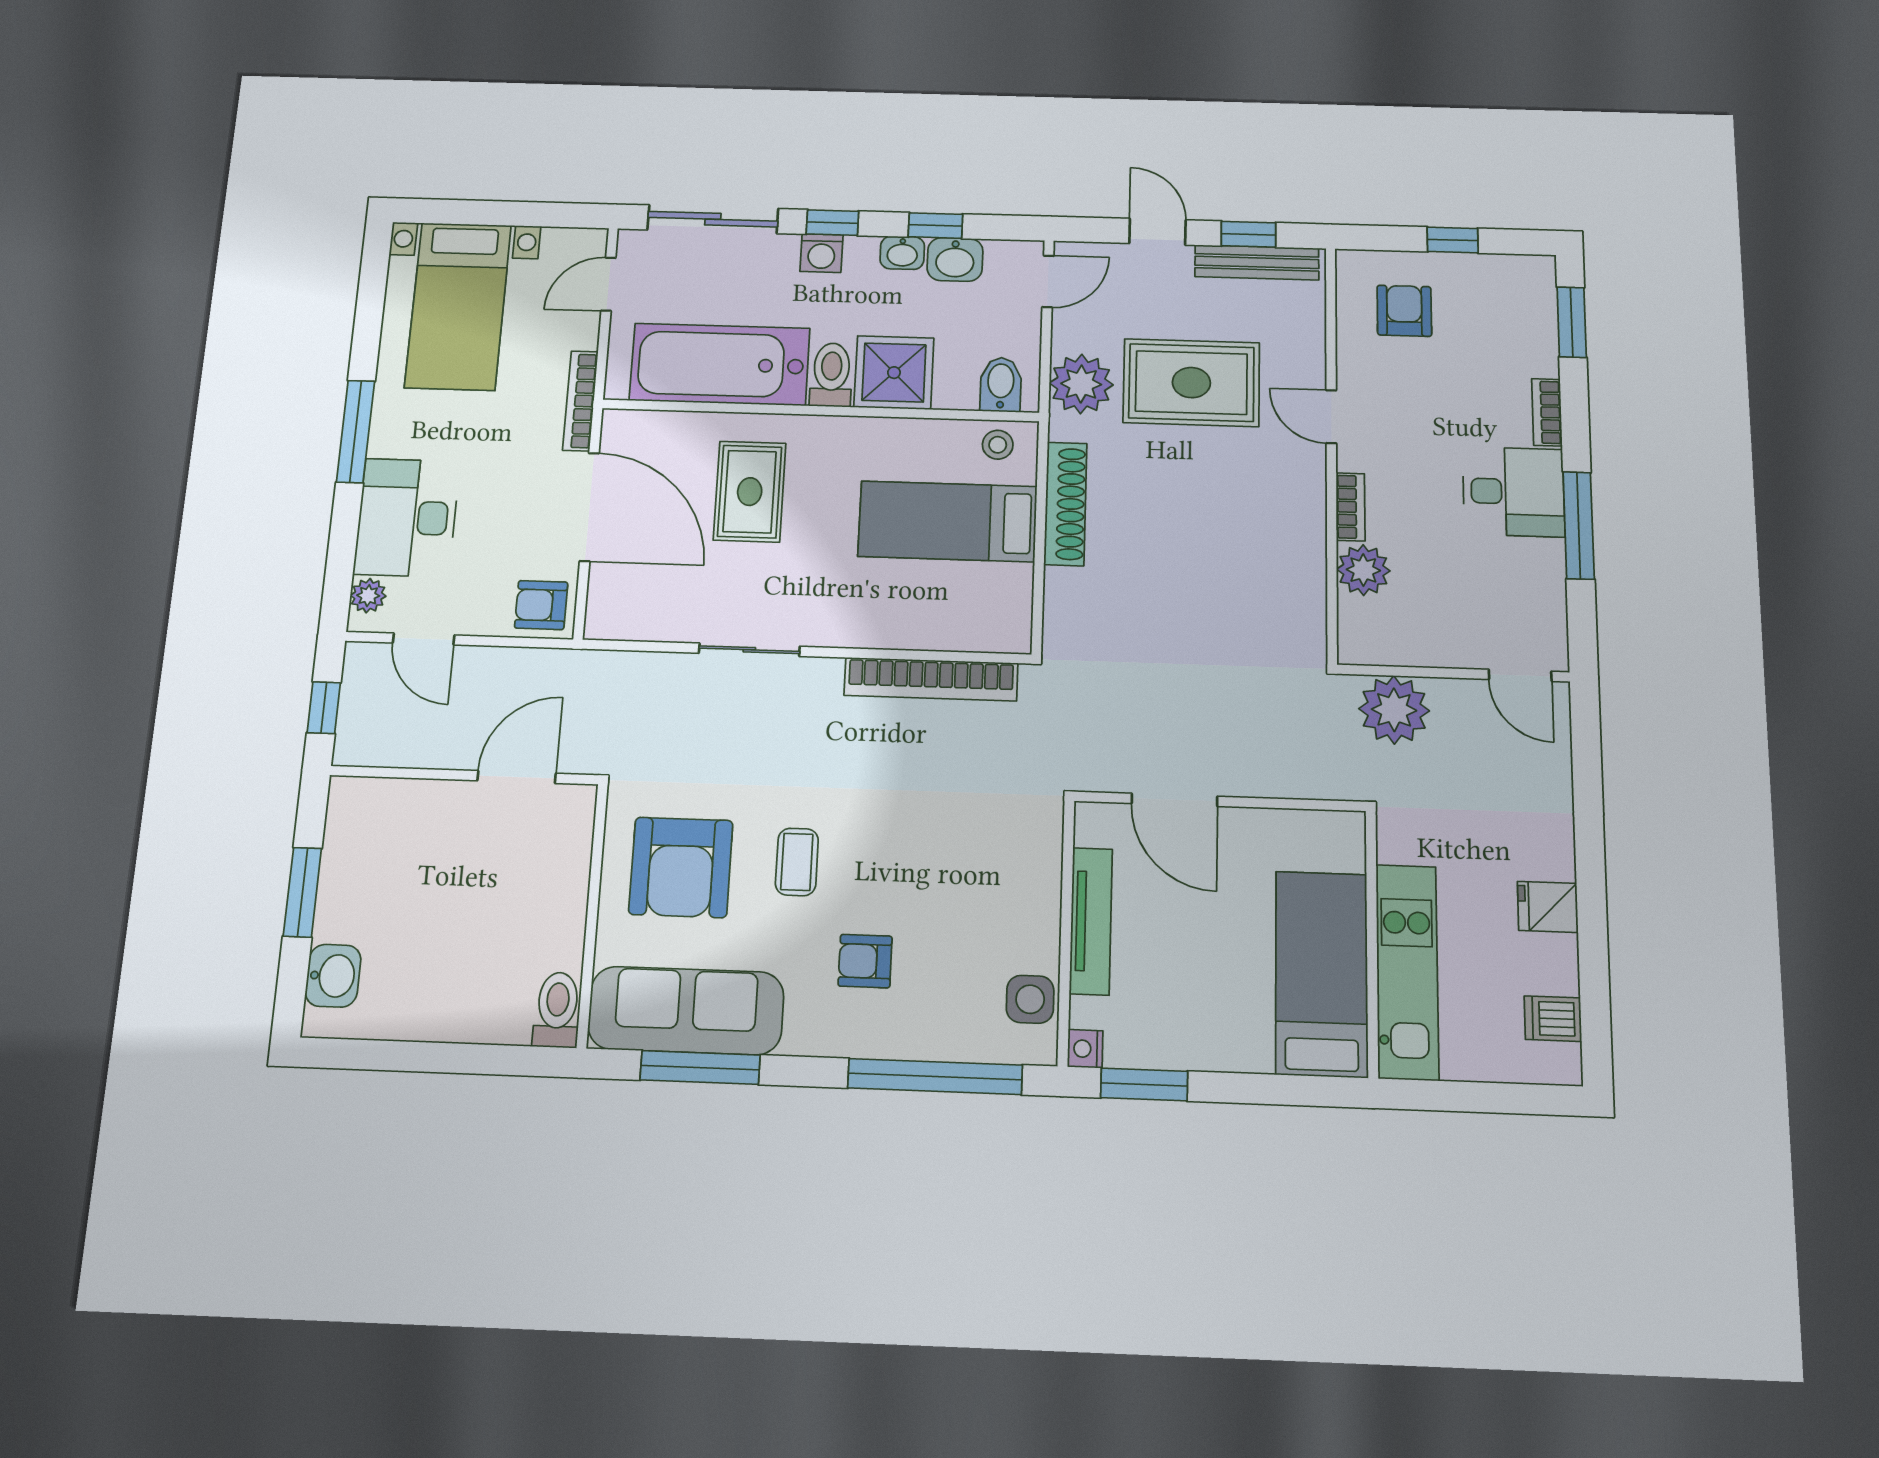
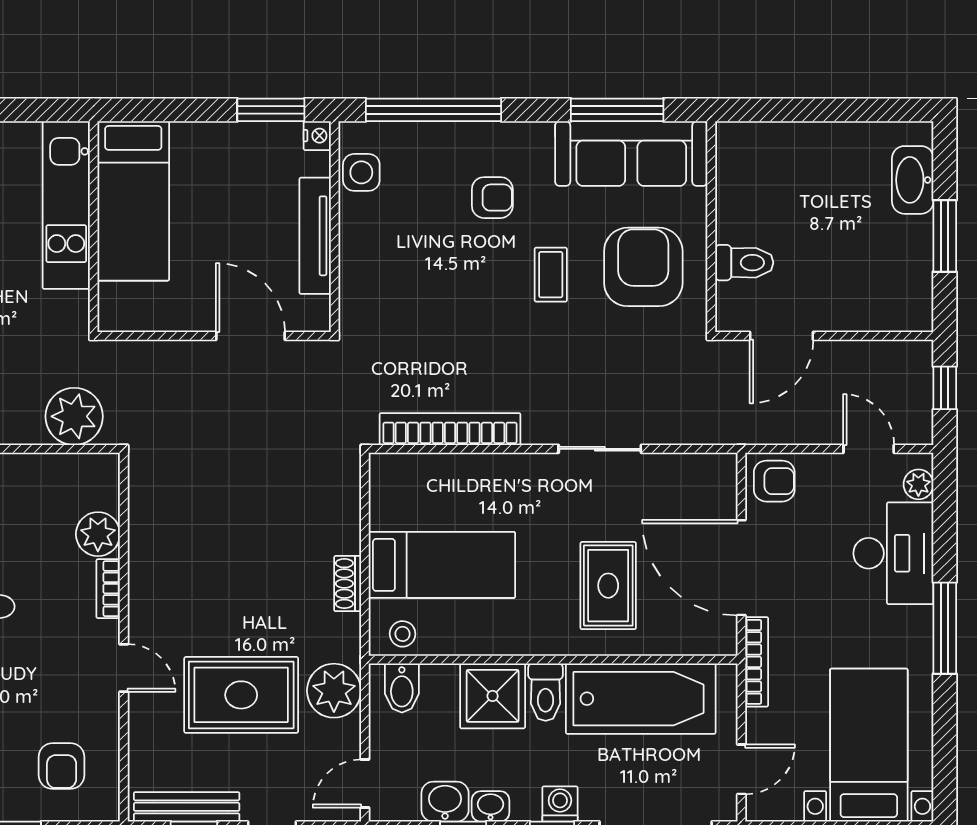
shoe rack: (1065, 504) -> (348, 584), width x0.51, depth x0.81
washbasin: (333, 976) -> (913, 180), width x1.38
toilet: (557, 1010) -> (744, 263), moved, turned -90

